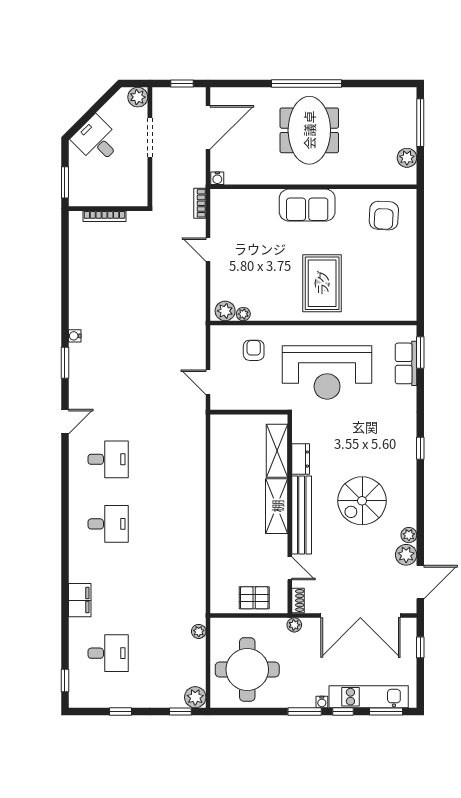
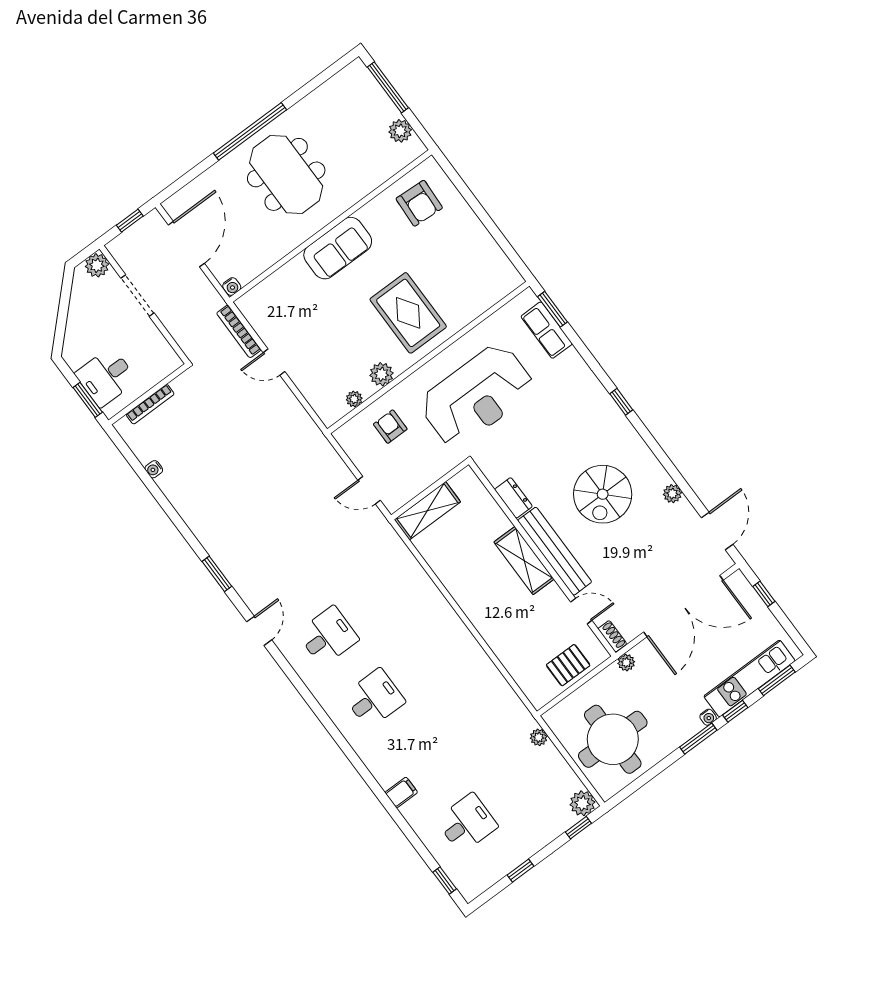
desk: (97, 140) -> (106, 377), moved, turned -45
bookcase: (200, 203) -> (239, 331), width x1.56
plant: (225, 311) -> (381, 374), moved
water cooler: (75, 336) -> (154, 469), moved
shelving: (277, 451) -> (427, 511), moved, turned 90
plant: (406, 555) -> (684, 515), removed
filing cabinet: (80, 600) -> (401, 792), width x0.50

